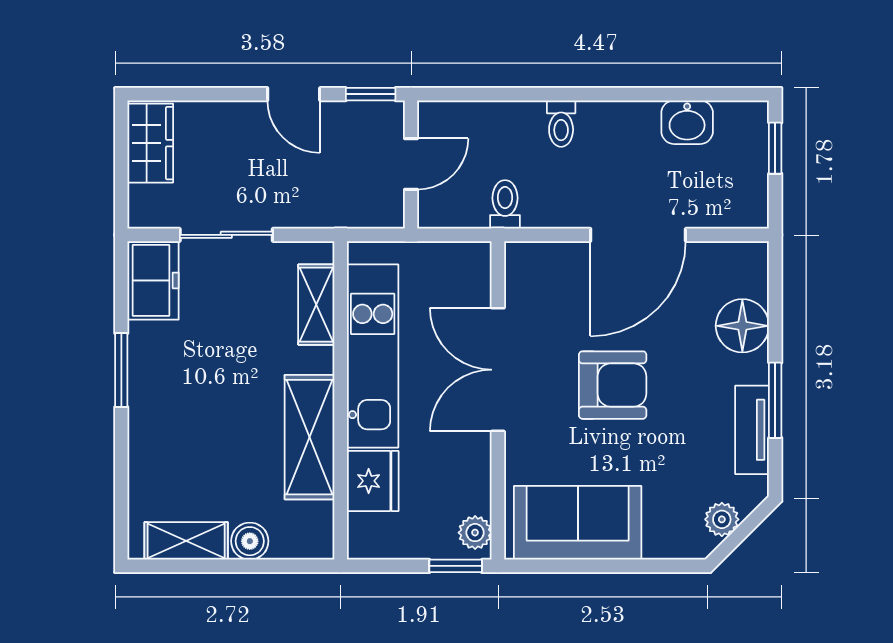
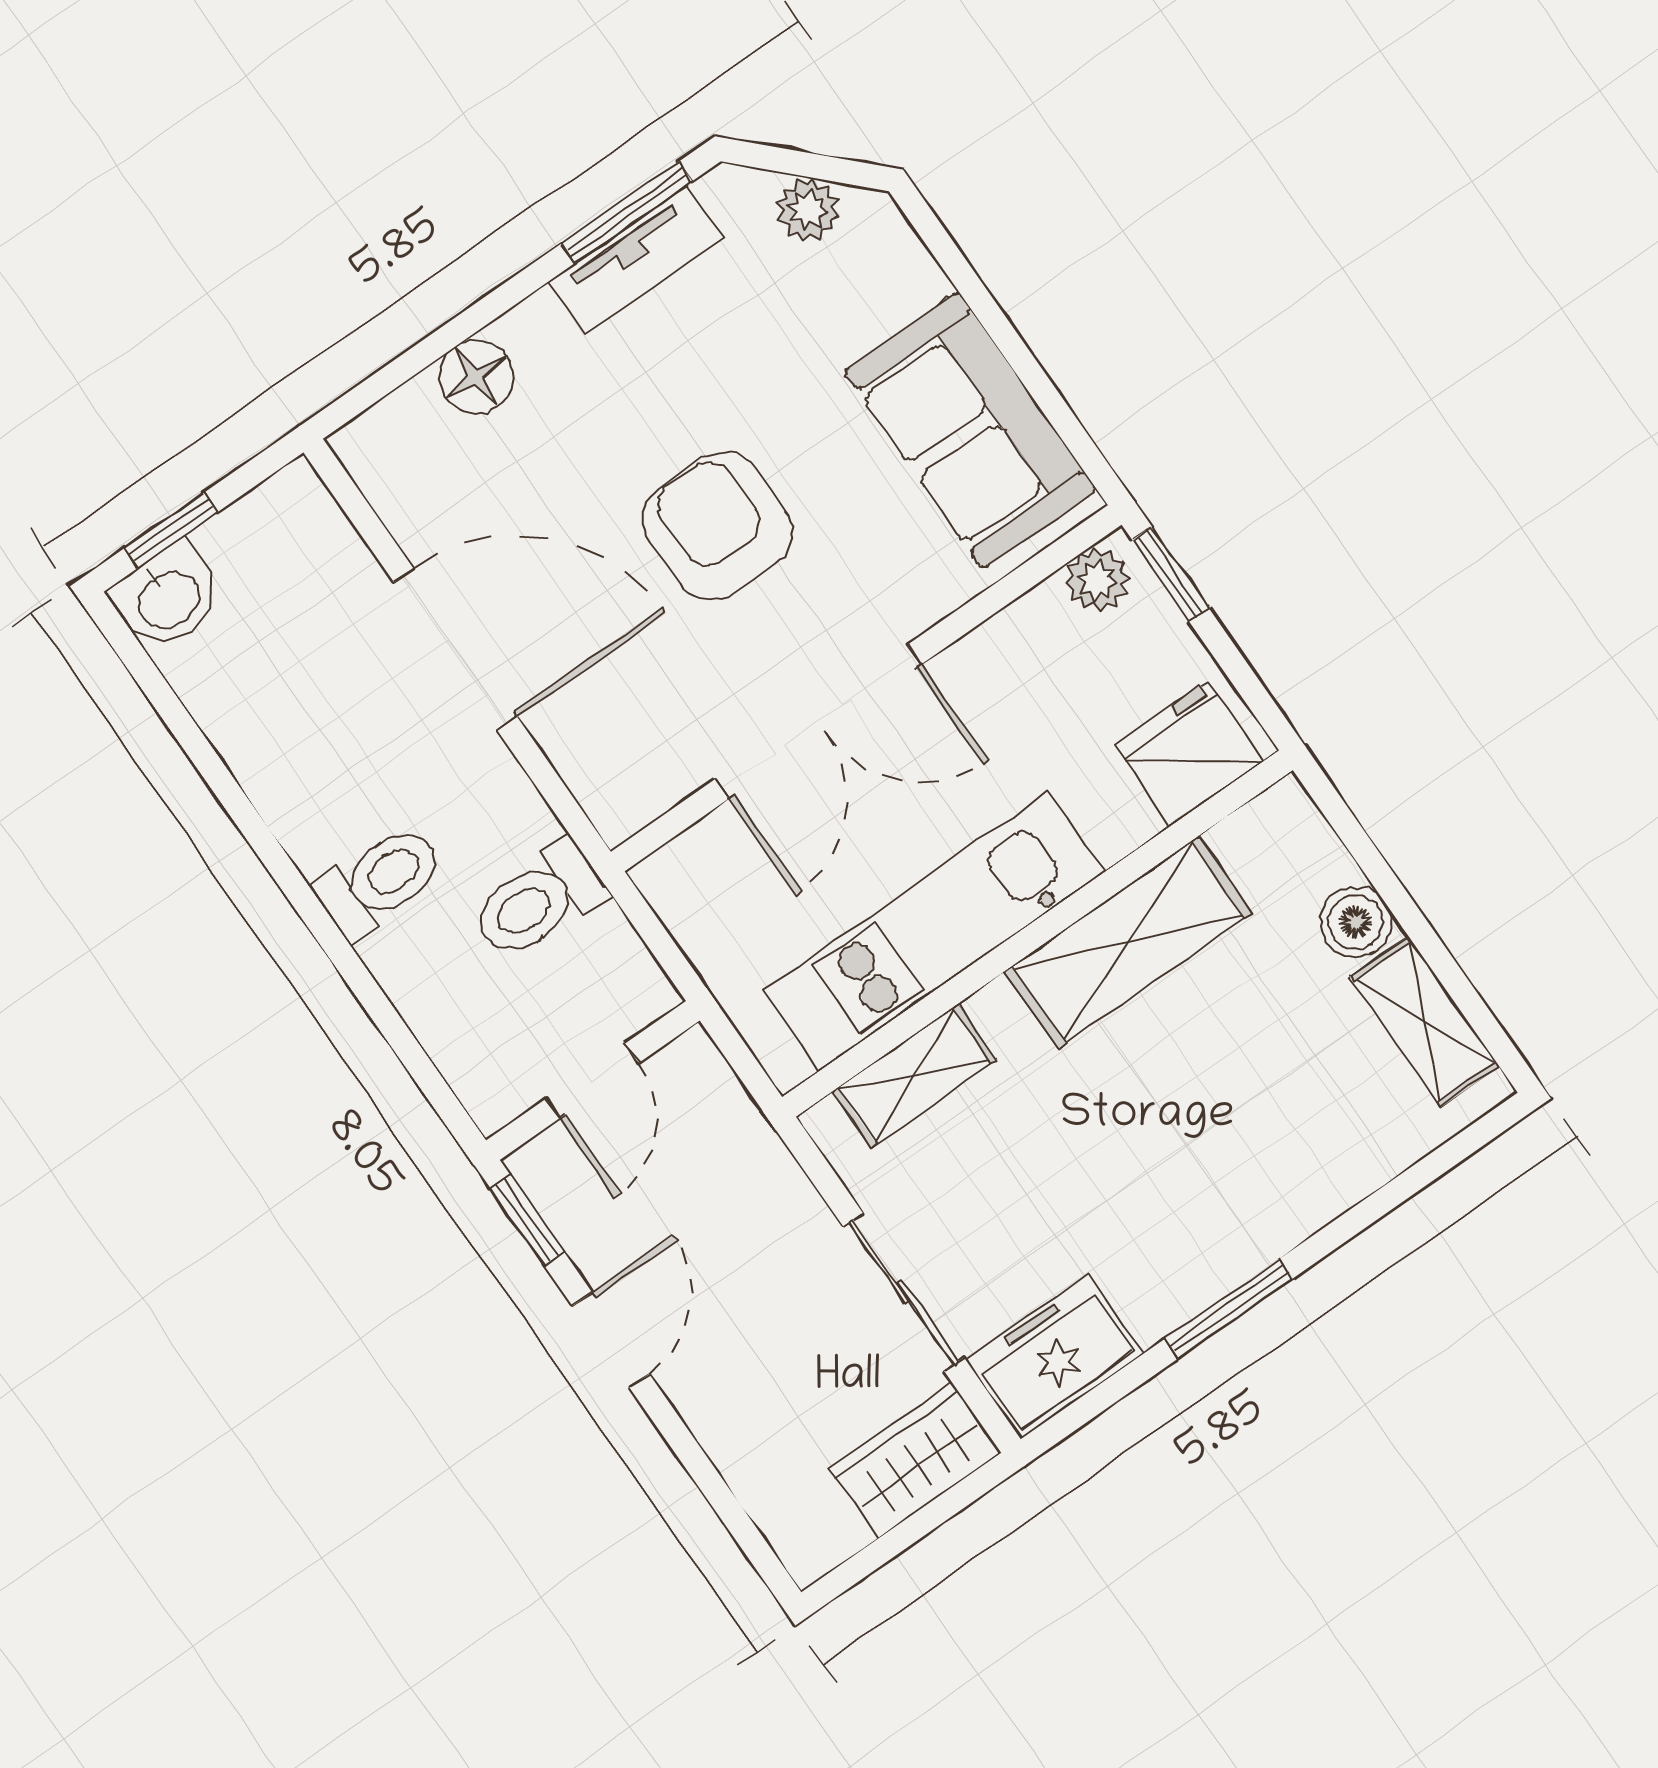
washbasin: (687, 122) -> (167, 598), moved, turned 90
toilet: (561, 124) -> (380, 881), width x1.37, depth x1.39
wardrobe: (150, 143) -> (915, 1460), moved
door: (411, 164) -> (592, 1081), swing flipped
toilet: (505, 204) -> (538, 901), width x1.37, depth x1.39
floor lamp: (742, 326) -> (476, 377), width x0.73, depth x0.73
window: (775, 400) -> (627, 212), moved
fridge: (373, 481) -> (1189, 753), moved

